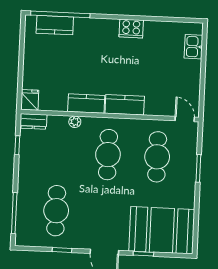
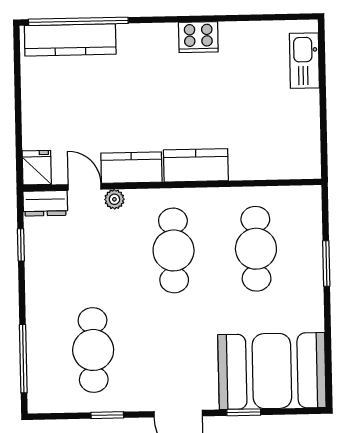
kitchen counter: (55, 25) -> (70, 40), width x1.50
kitchen sink: (193, 47) -> (304, 61), width x1.38
door: (185, 119) -> (85, 187), moved

